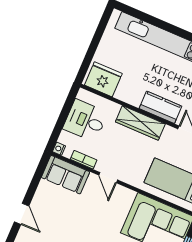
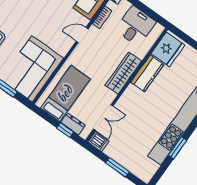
kitchen counter: (160, 107) -> (147, 73), moved

